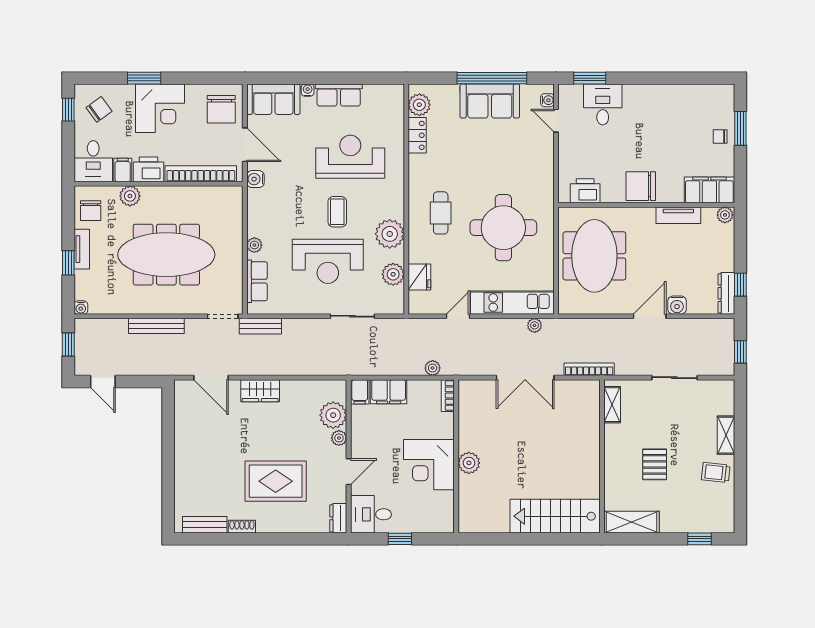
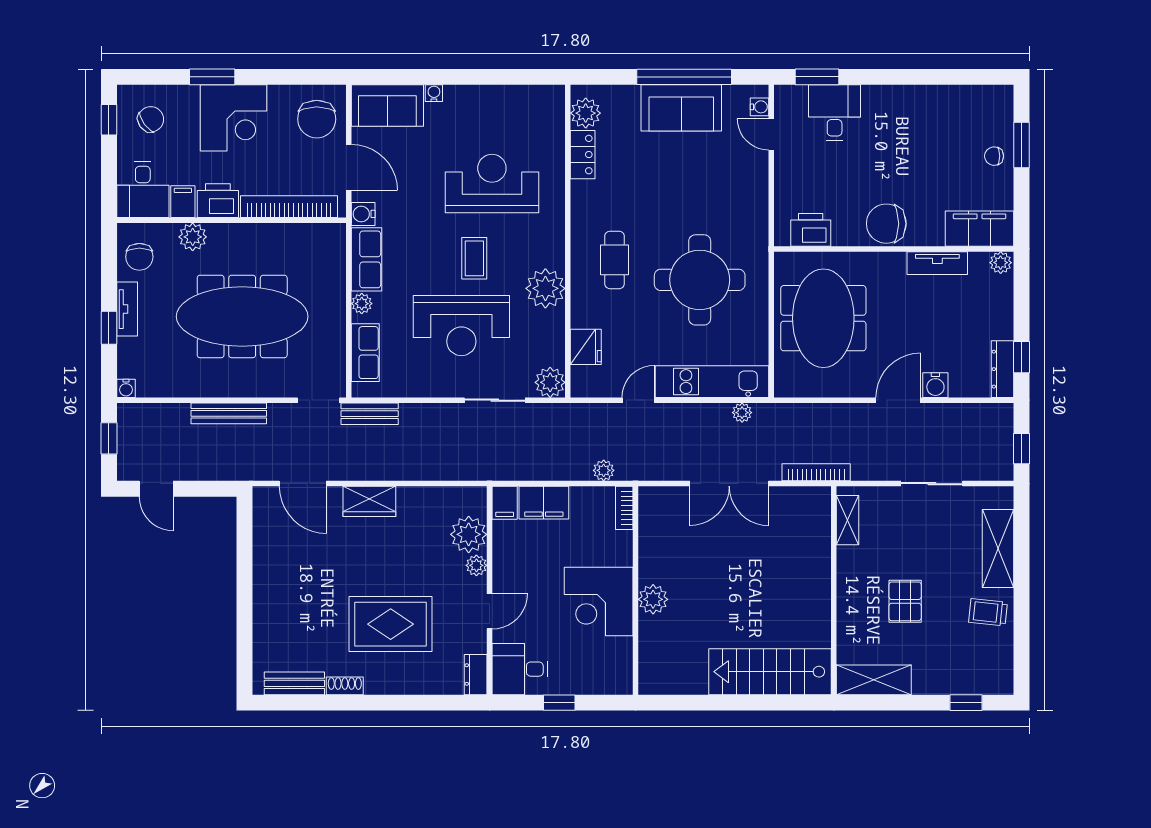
row of seats: (339, 95) -> (367, 259), moved, turned -90
plant: (393, 274) -> (550, 382), moved
shelving: (726, 435) -> (998, 549), width x1.50, depth x1.33

